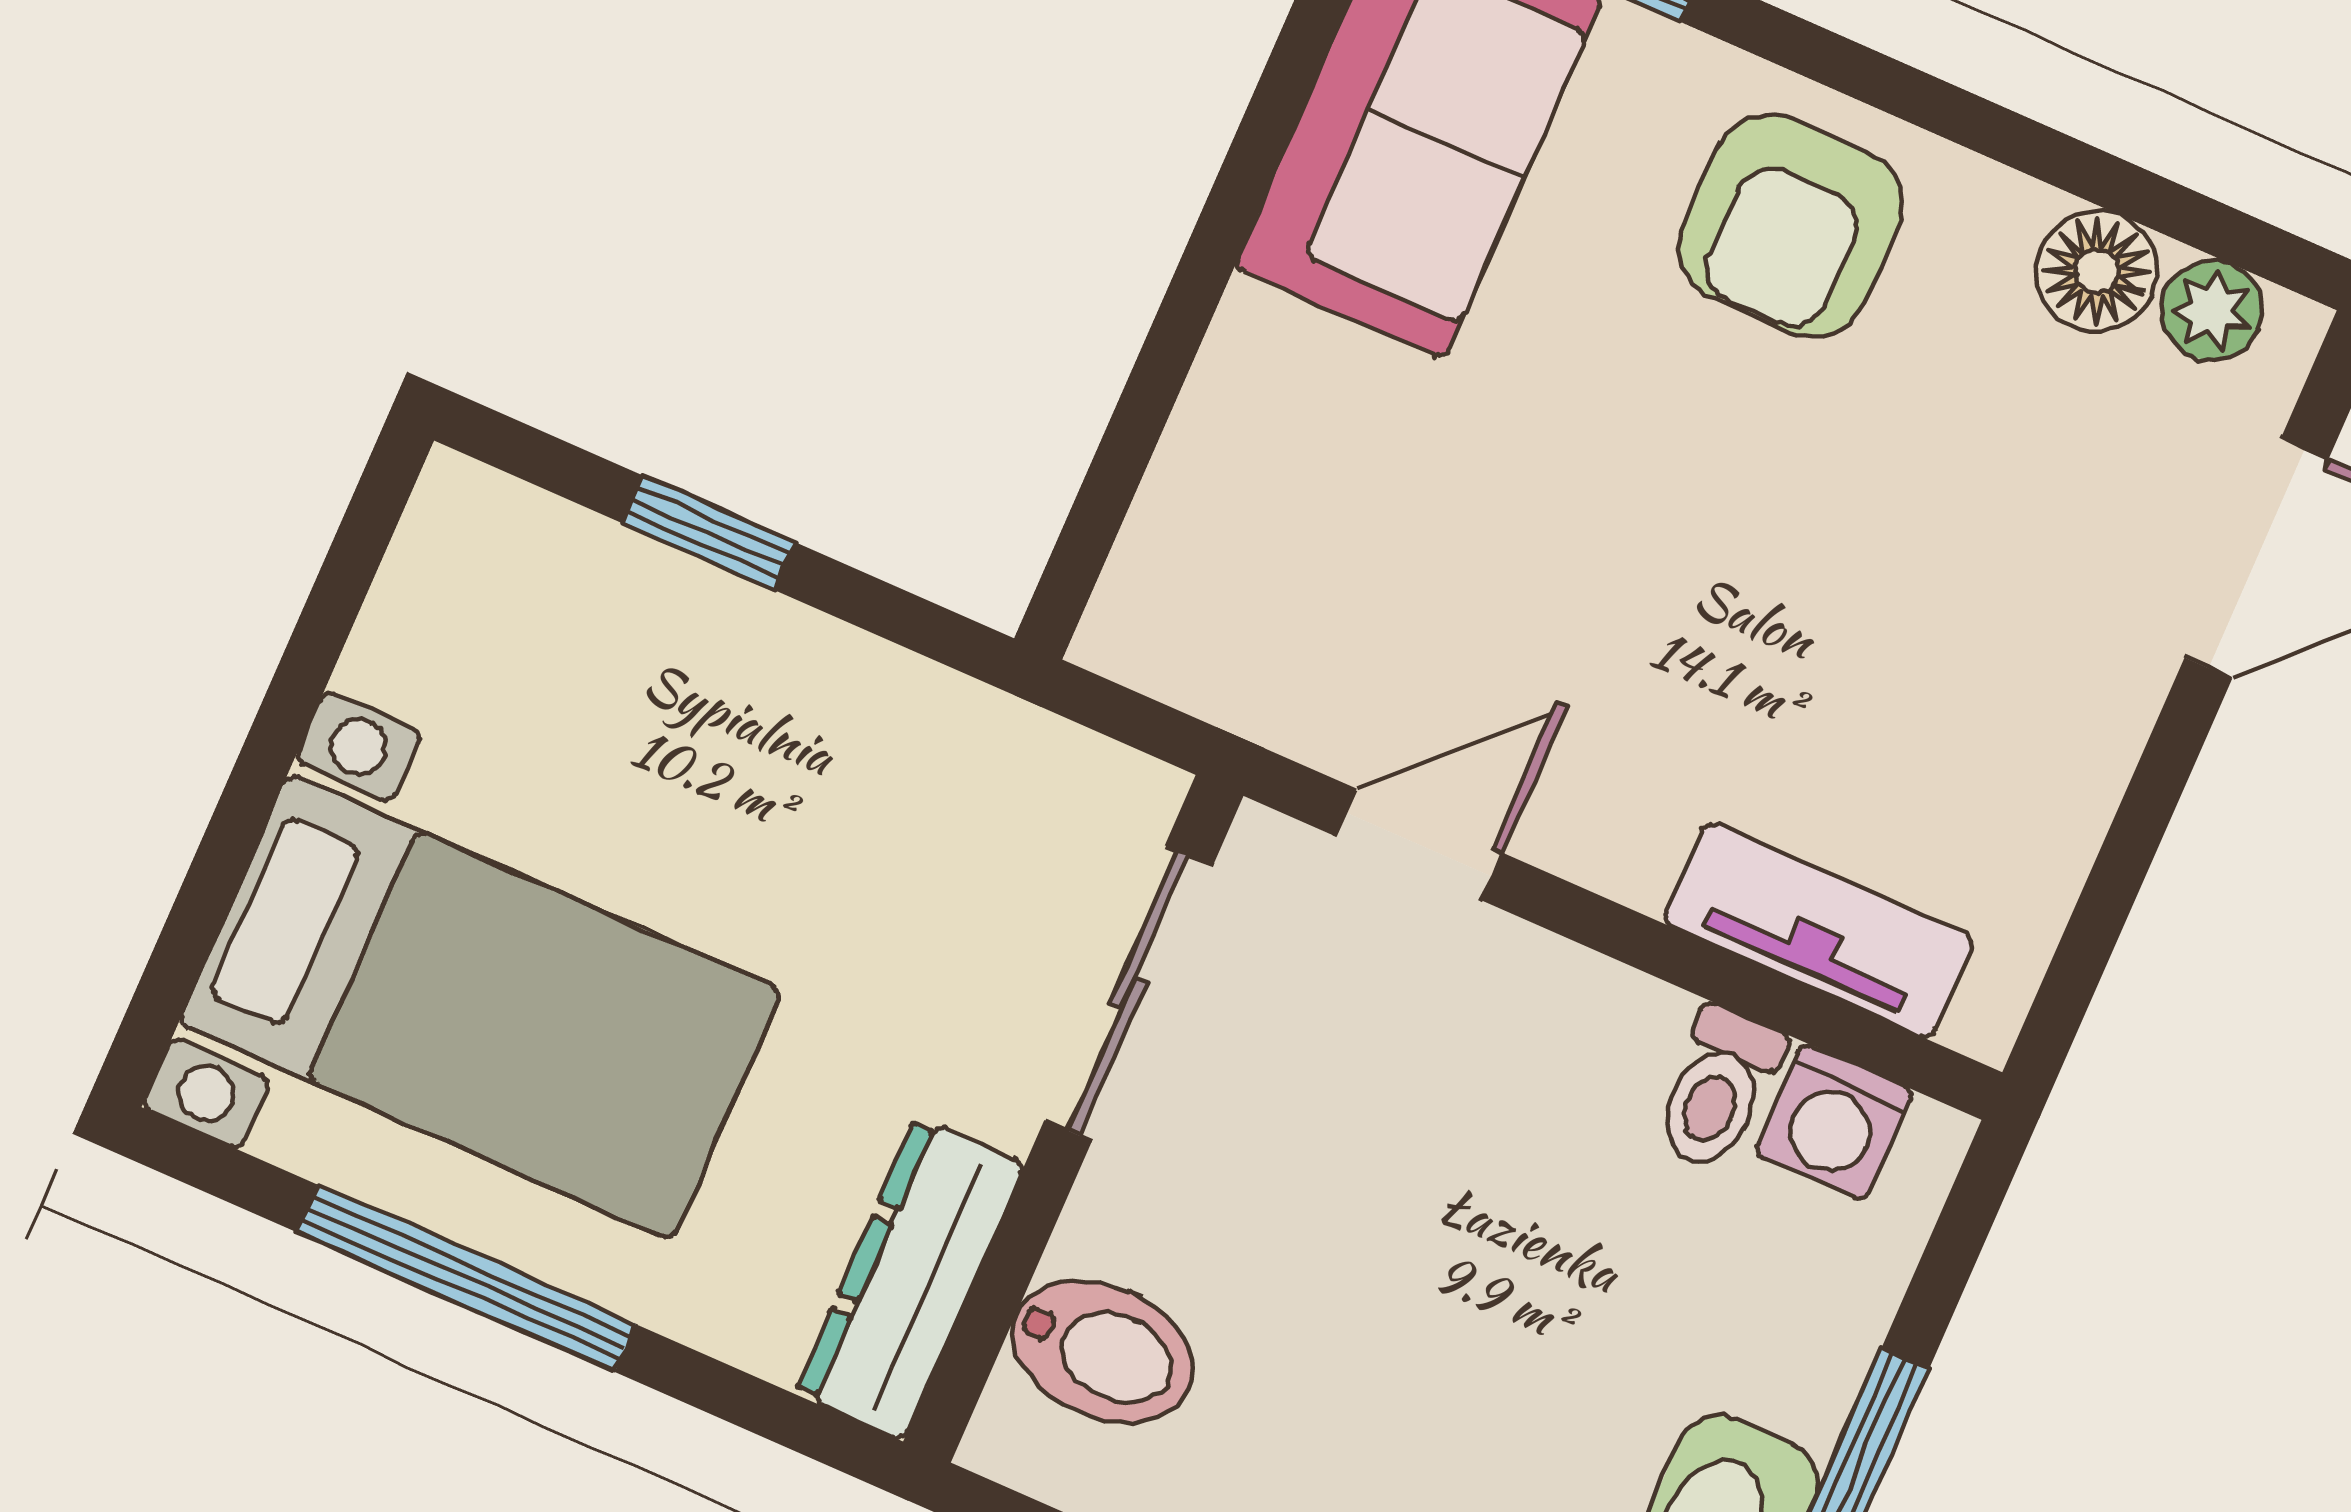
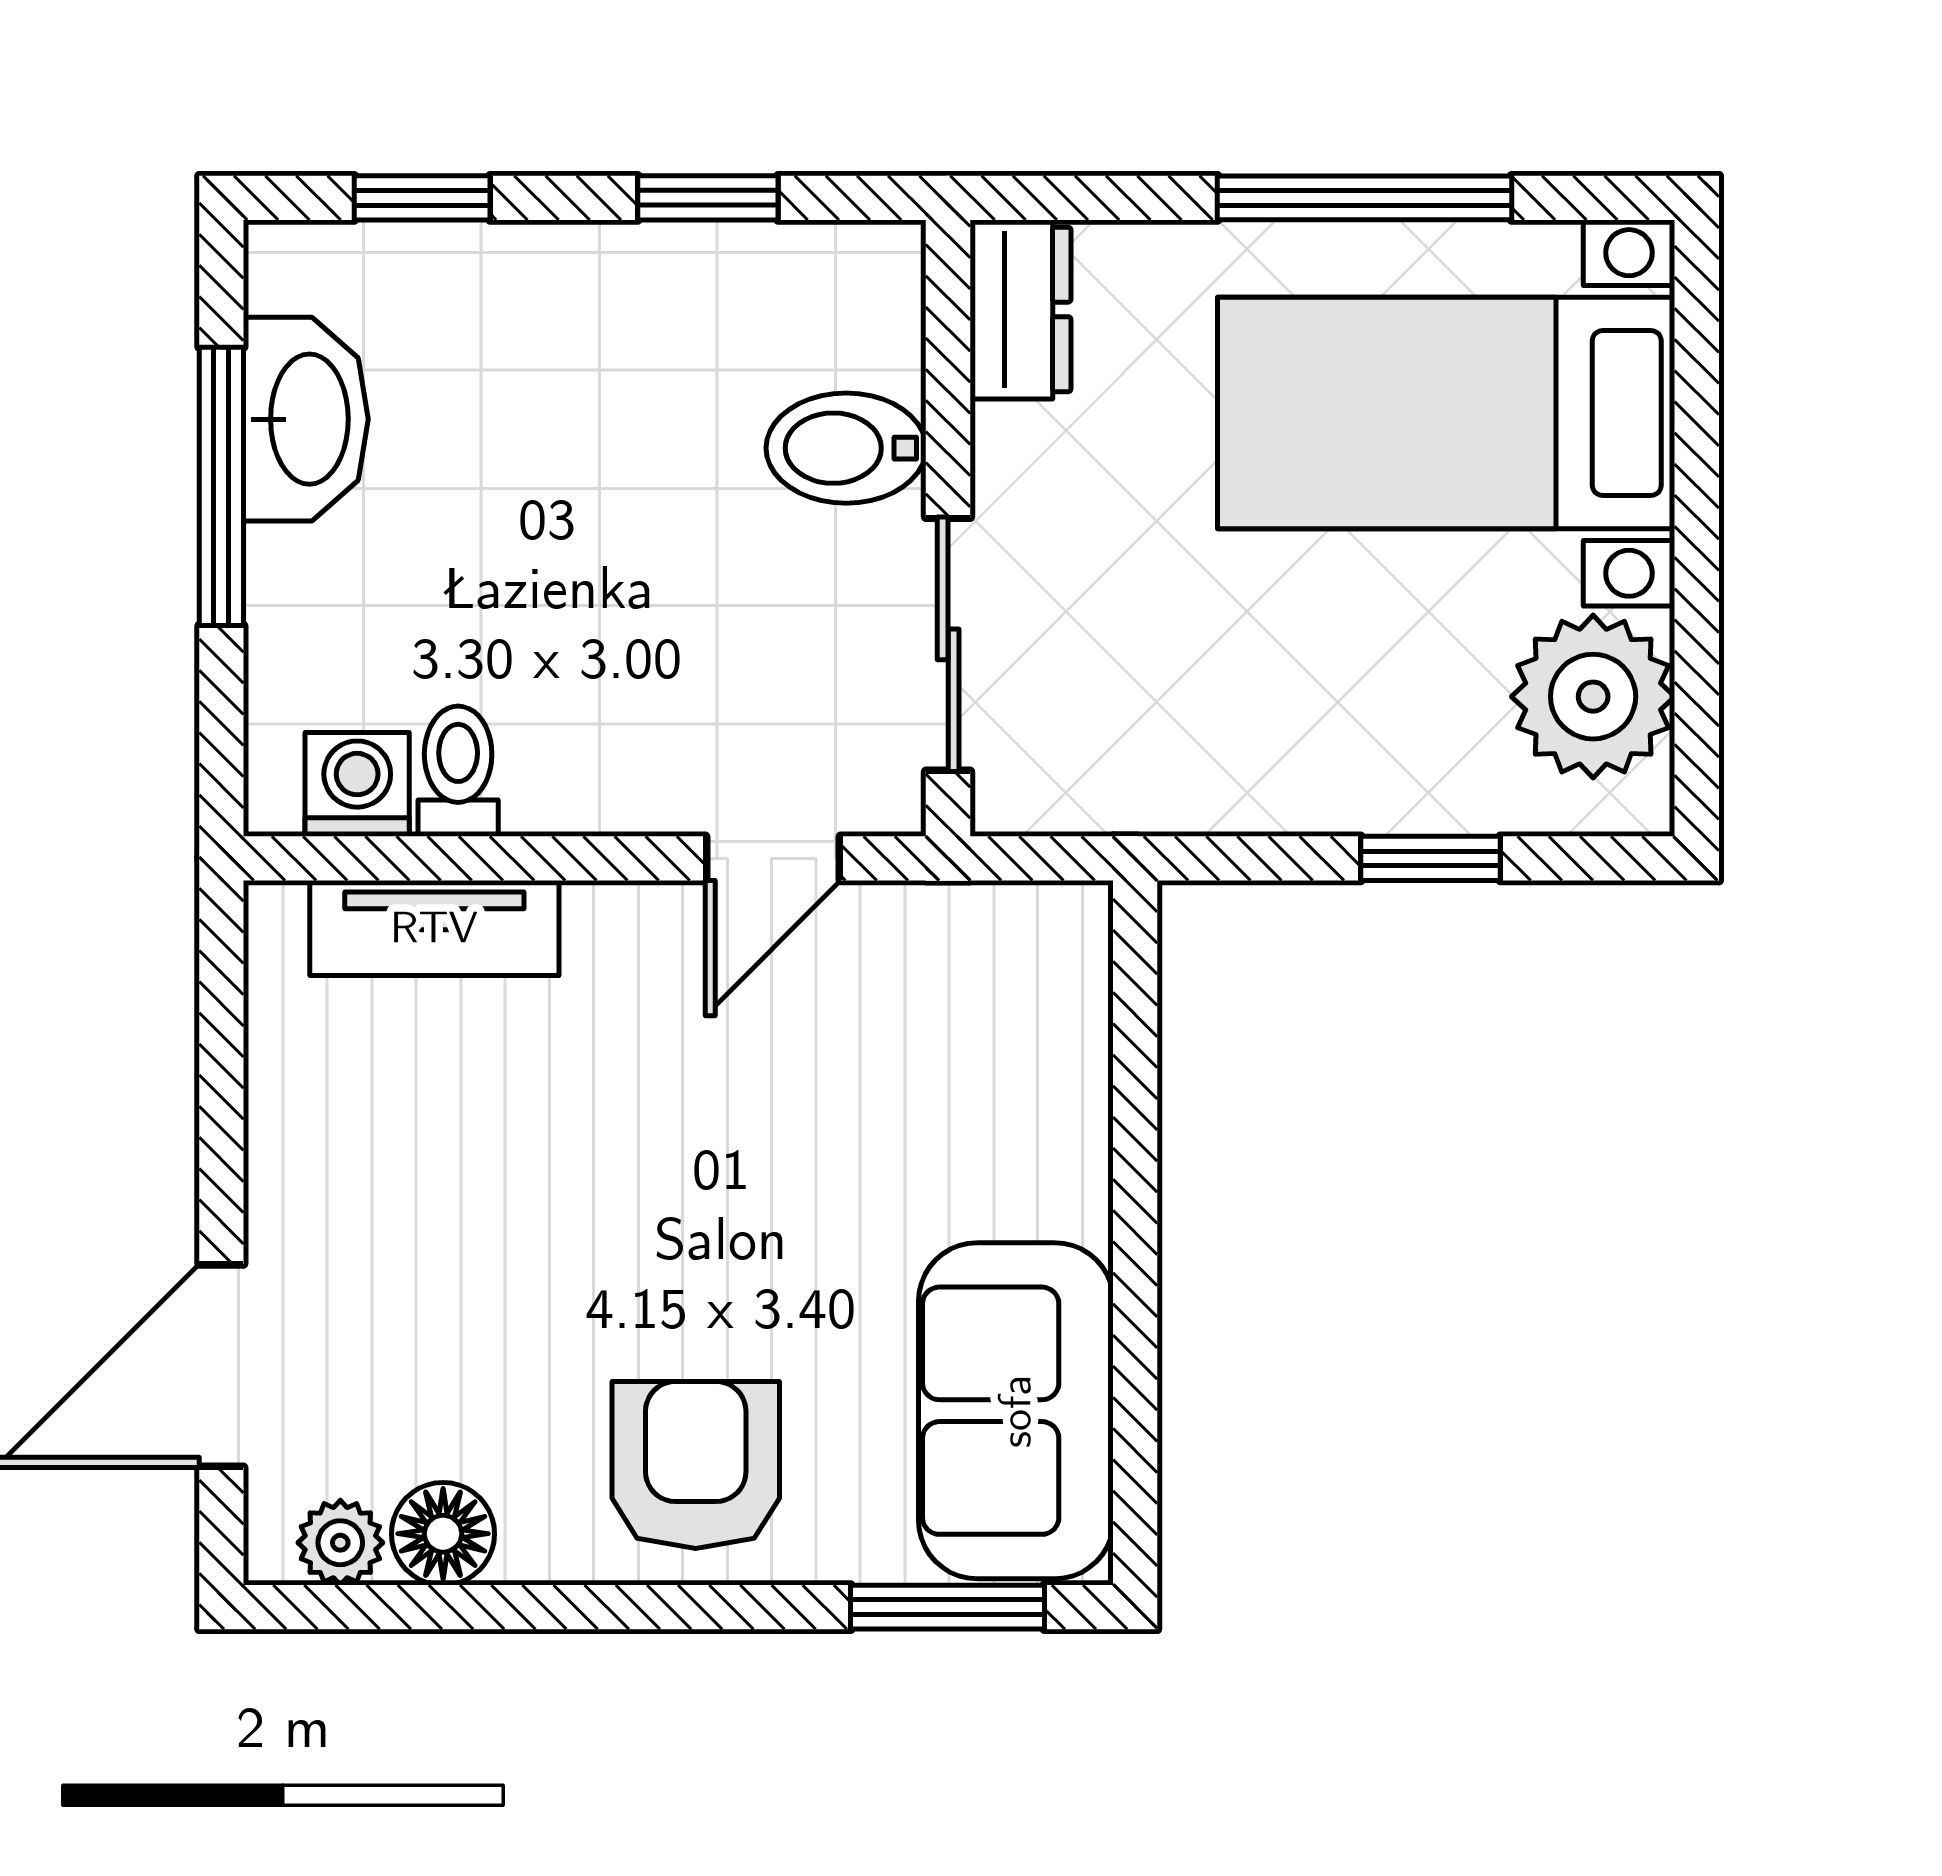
plant: (456, 630) -> (1593, 697), added
dresser: (910, 1279) -> (1020, 309), width x0.70
bidet: (1103, 1351) -> (846, 448), moved

